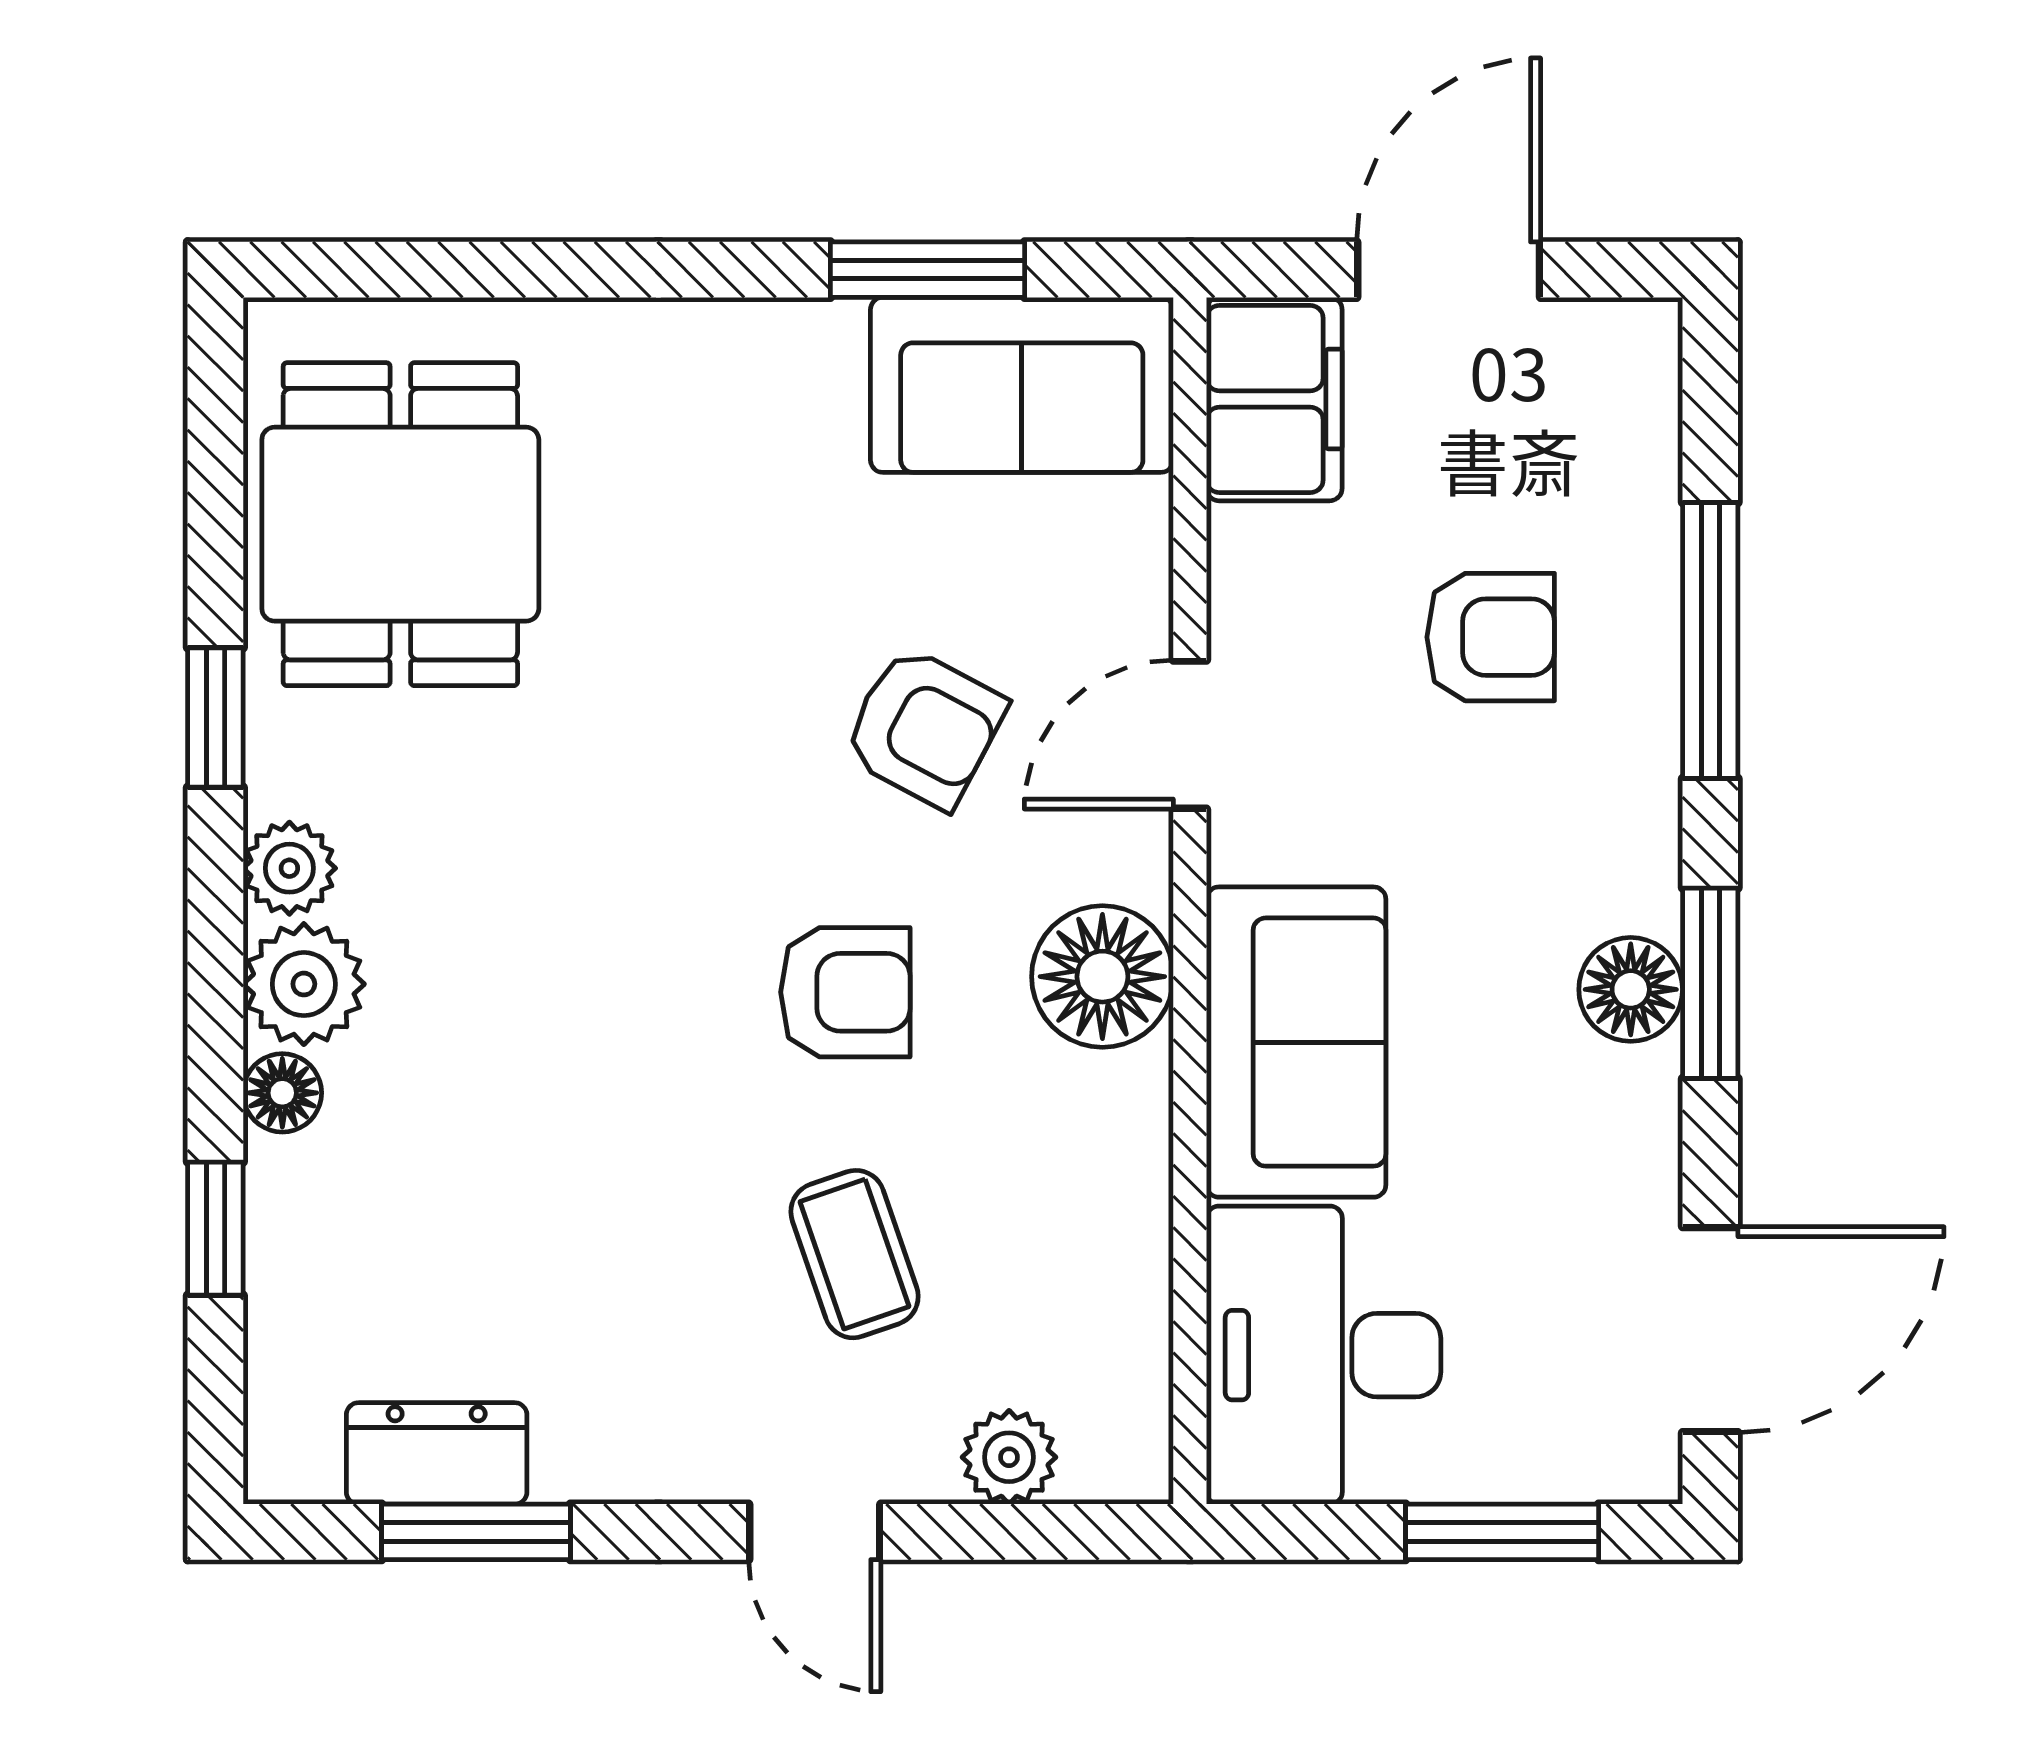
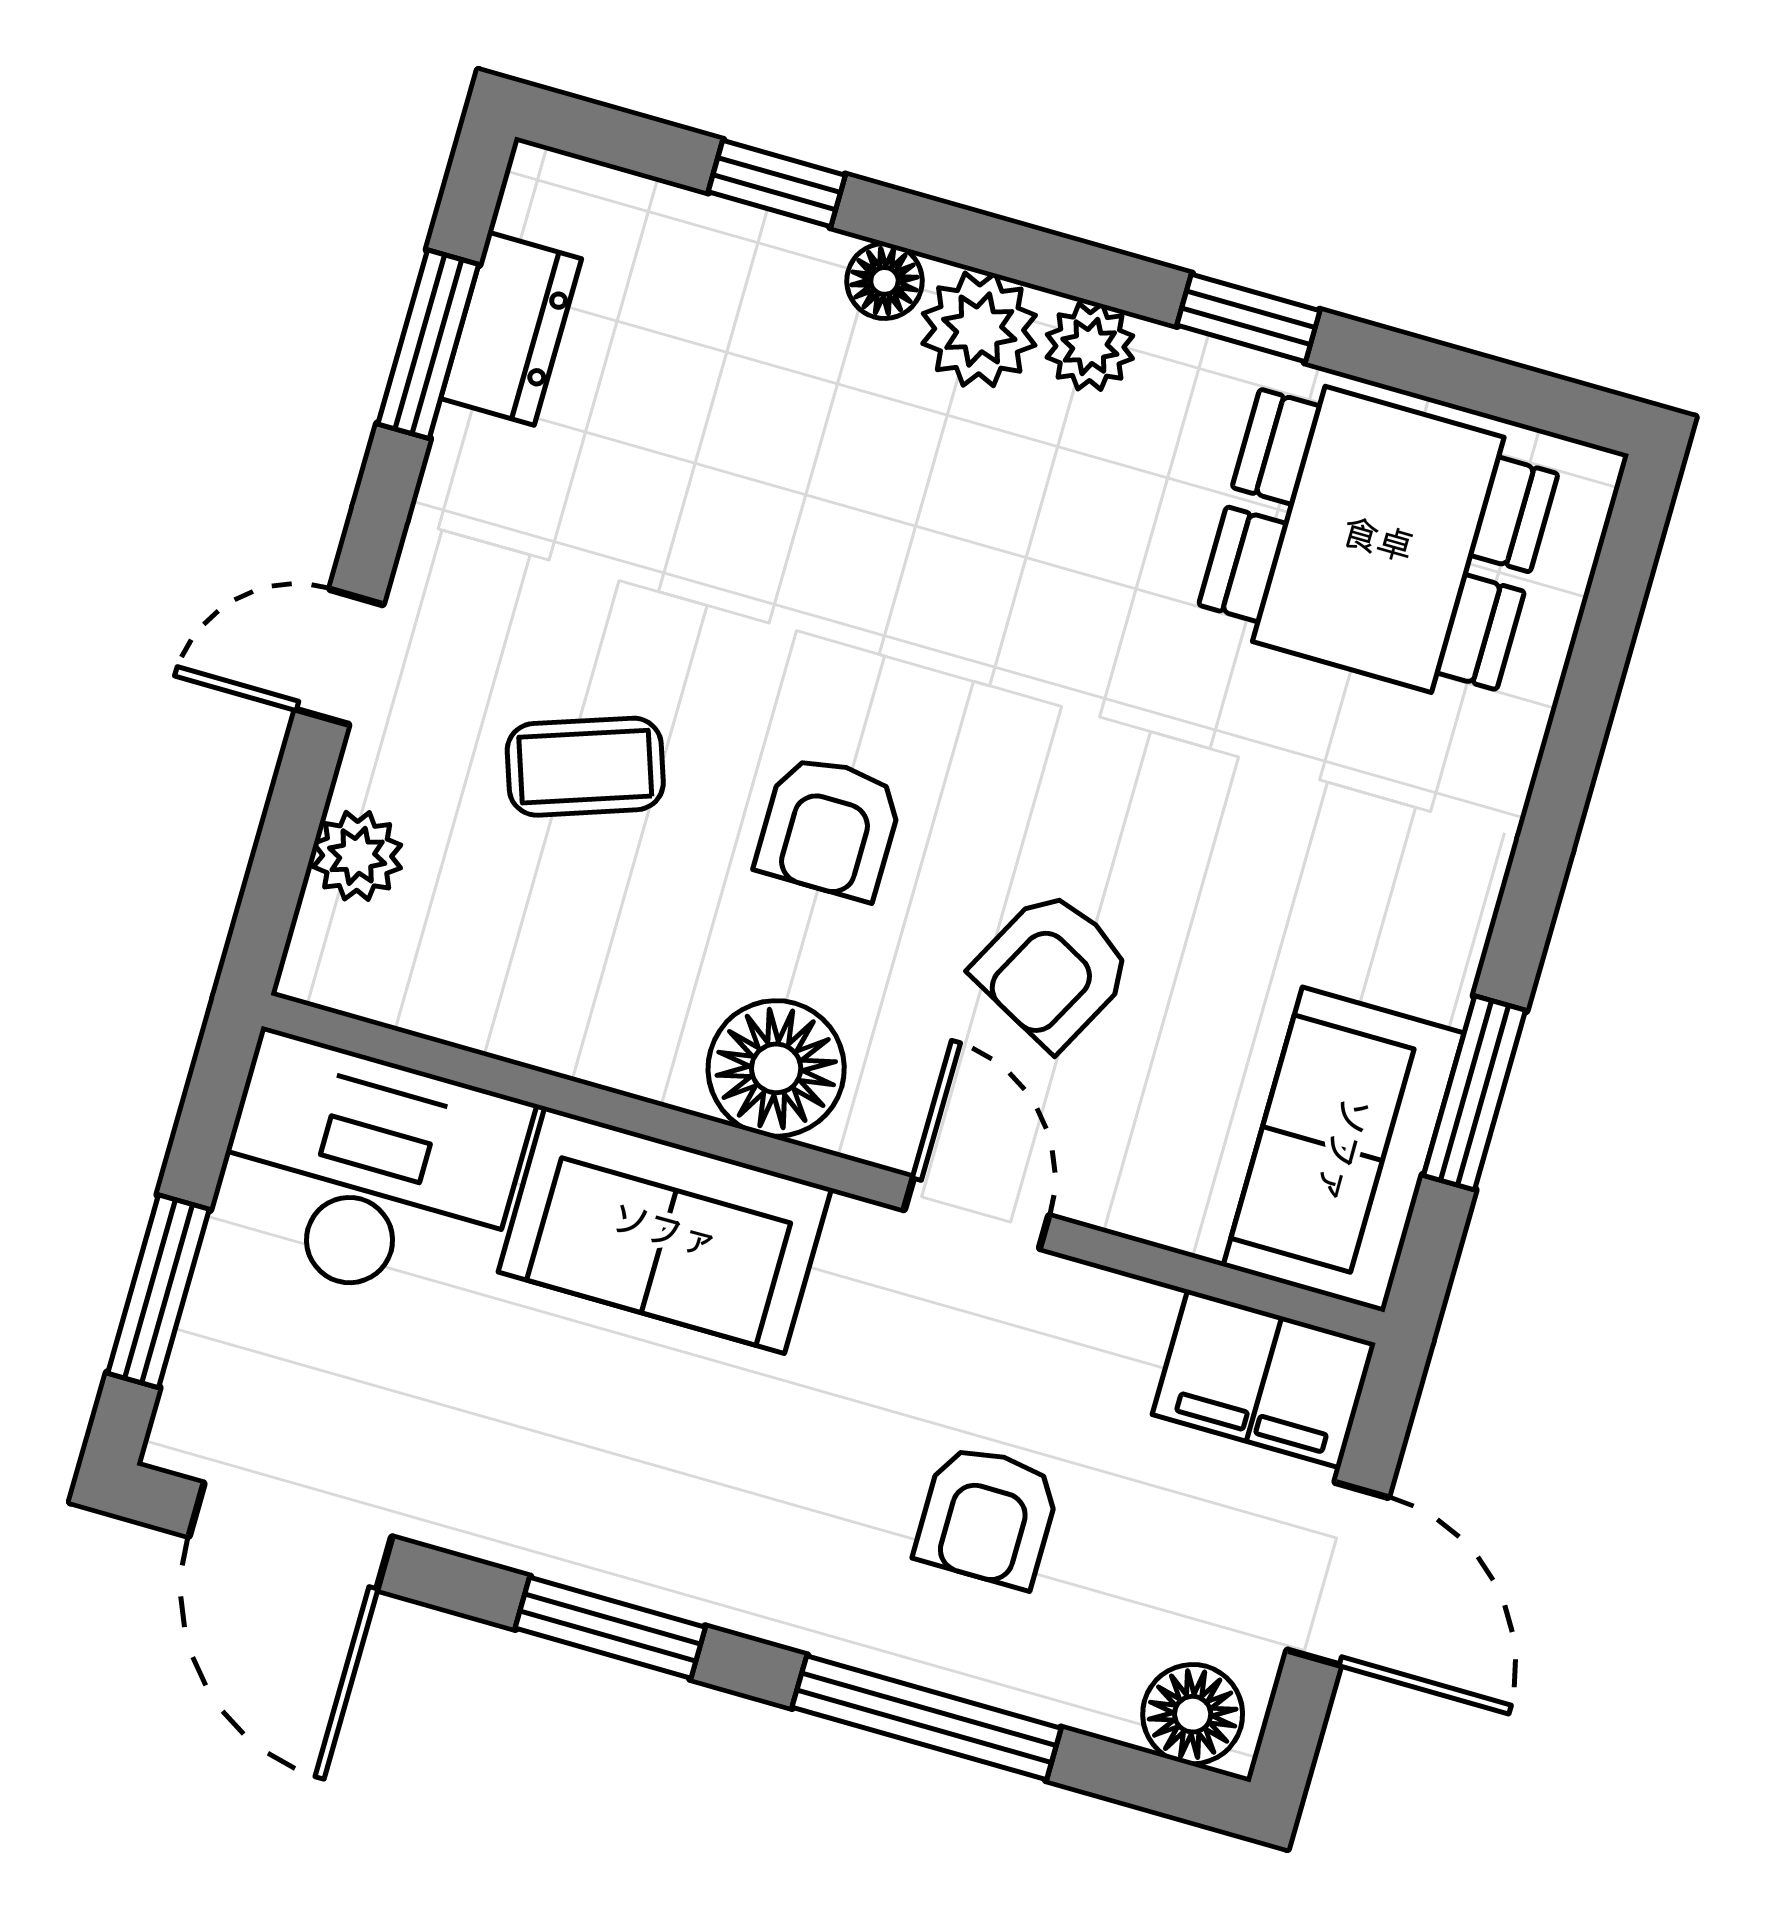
floor lamp: (1631, 989) -> (1193, 1714), moved

